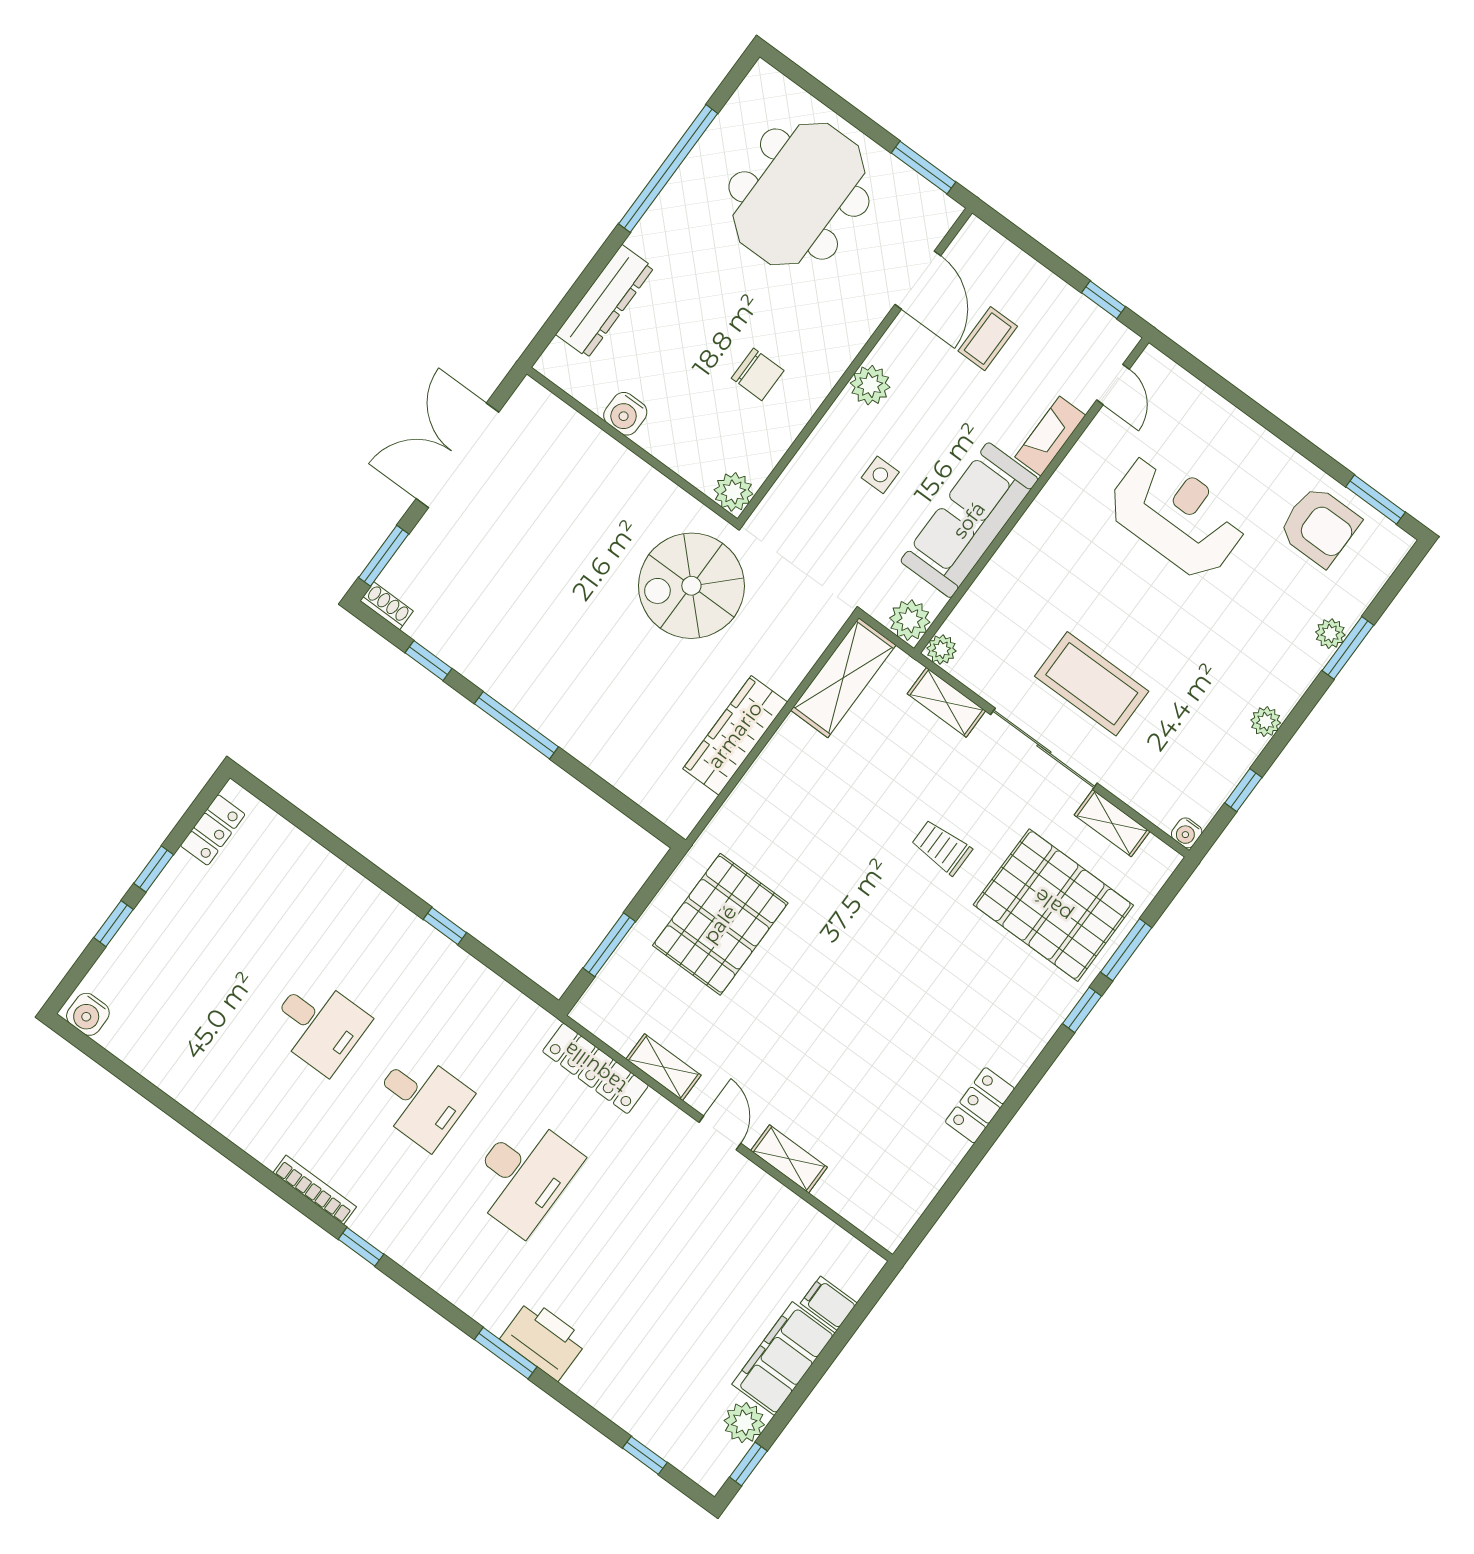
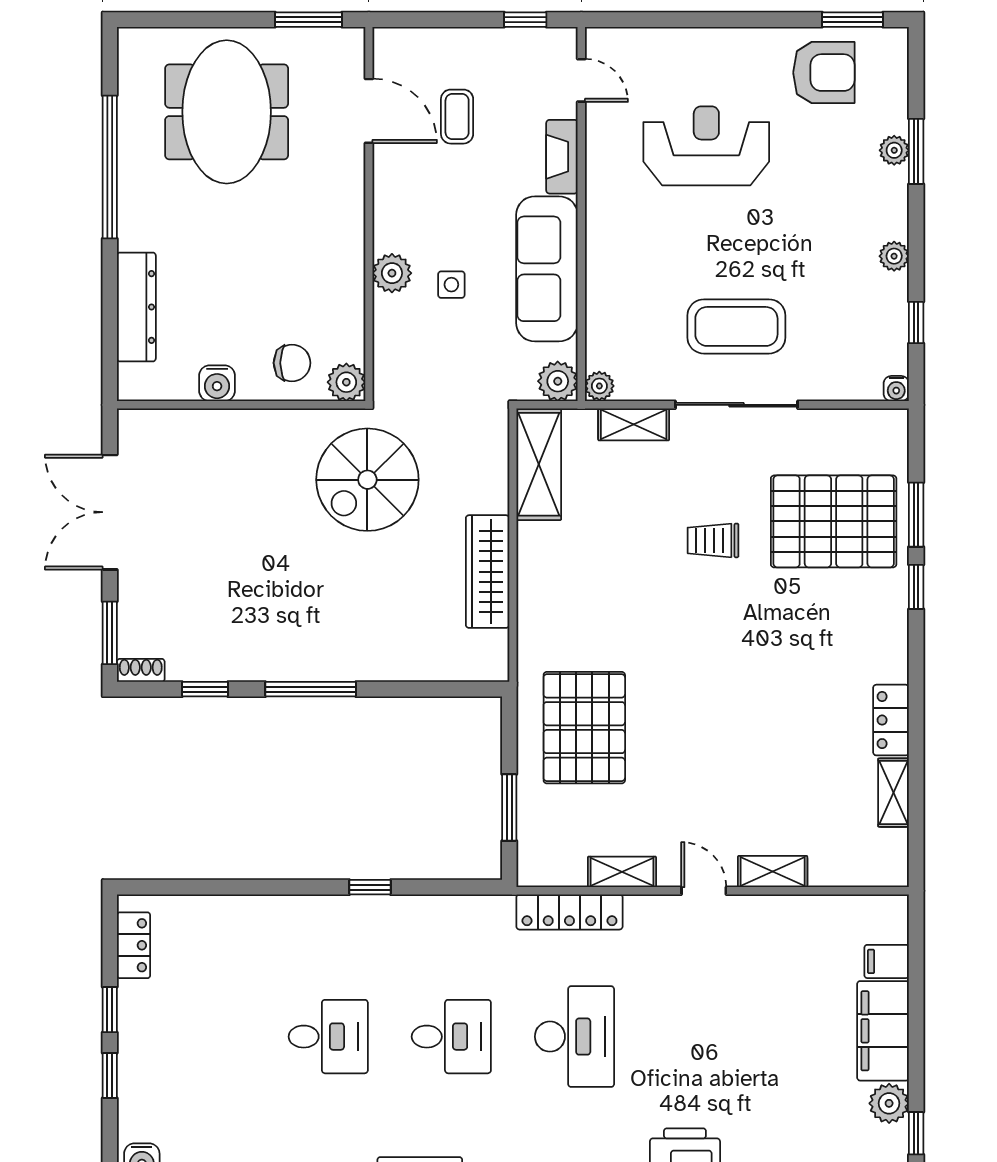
chair: (758, 374) -> (292, 363), moved
plant: (870, 385) -> (392, 273), moved
shelving: (1112, 823) -> (893, 793), moved, turned 90

